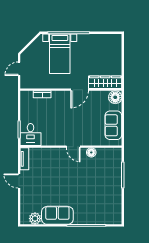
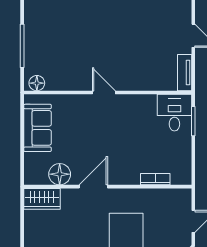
wardrobe: (105, 82) -> (42, 199), width x0.67
floor lamp: (115, 97) -> (60, 174), moved
floor lamp: (91, 152) -> (37, 83), moved

